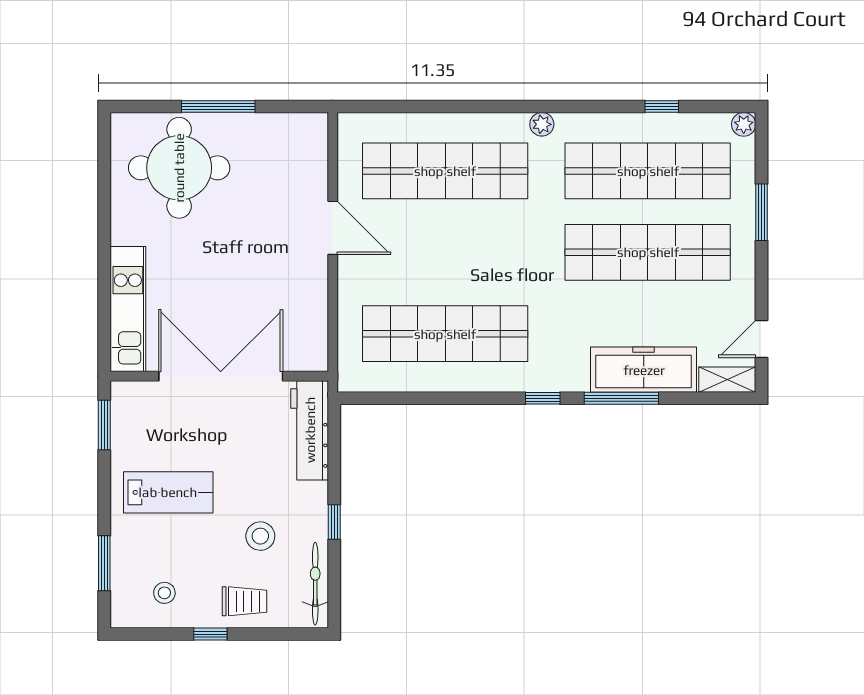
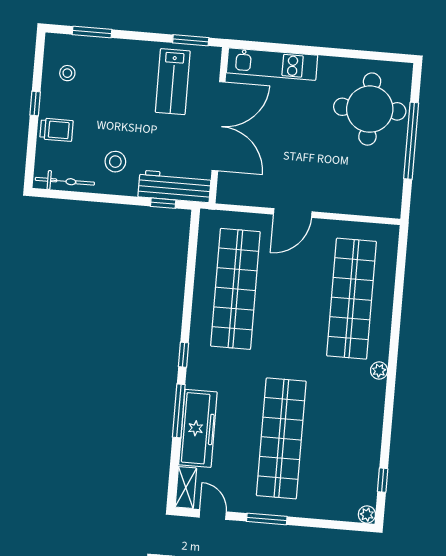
window: (218, 106) -> (411, 141), width x1.46
window: (662, 106) -> (383, 480), moved
shop shelf: (648, 171) -> (339, 443), removed
window: (762, 212) -> (267, 519), moved
door: (333, 228) -> (293, 213), moved
lab bench: (168, 492) -> (173, 82), moved
window: (334, 522) -> (163, 203), moved
stool: (260, 536) -> (115, 162), moved
trolley: (244, 601) -> (57, 130), turned -90

